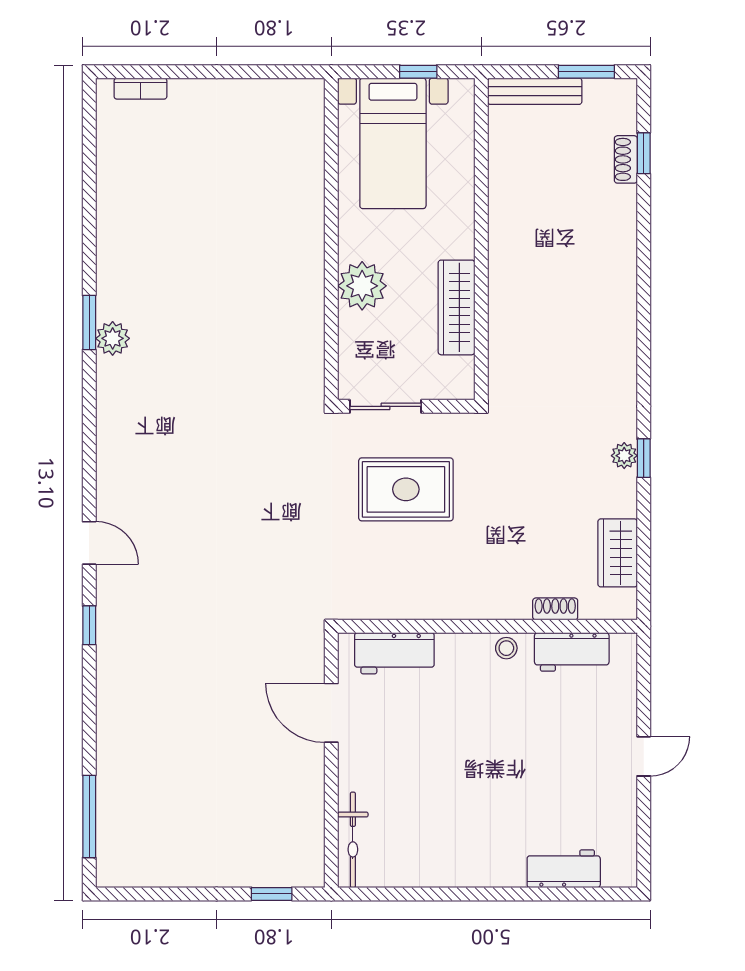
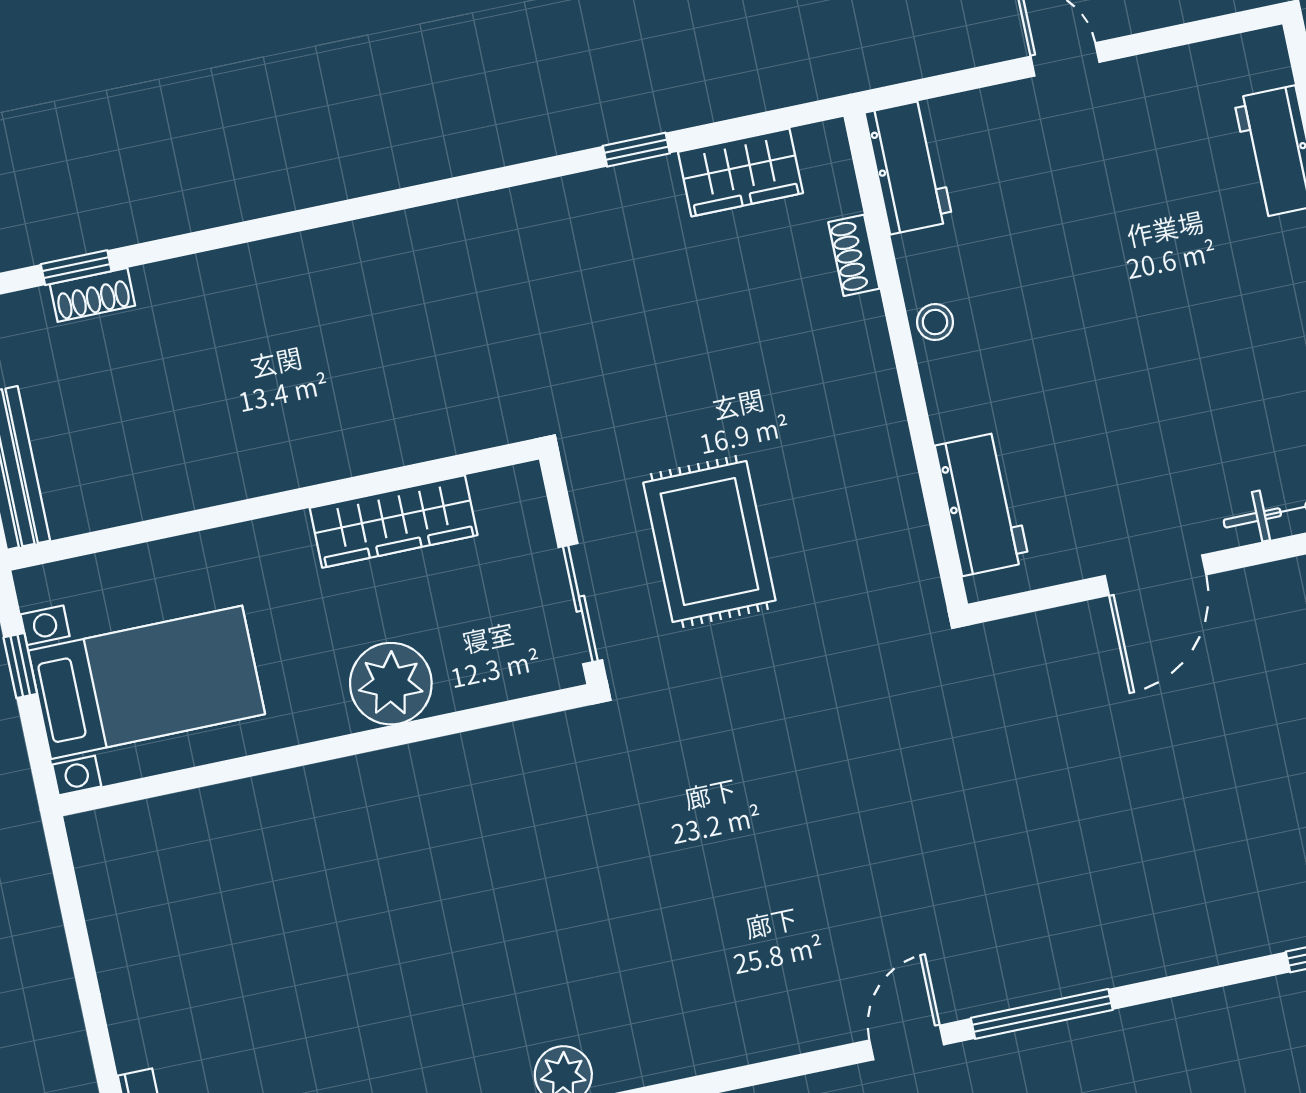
plant: (624, 456) -> (579, 195), removed
window: (644, 458) -> (636, 150), moved
window: (89, 625) -> (1042, 1014), width x2.17
workbench: (572, 652) -> (909, 167), moved
door: (331, 713) -> (1155, 575), moved

